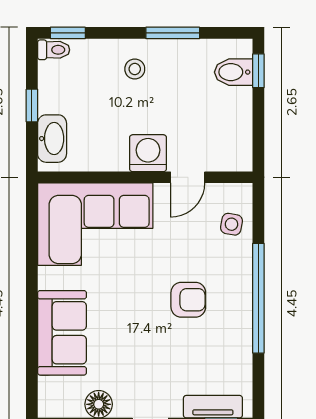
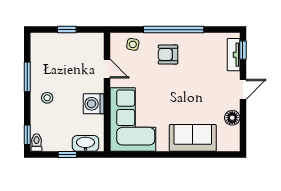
window: (258, 71) -> (67, 30), moved
bidet: (233, 72) -> (49, 43), removed
washing machine: (148, 153) -> (94, 104), moved
armchair: (188, 300) -> (168, 54), moved, turned -90

